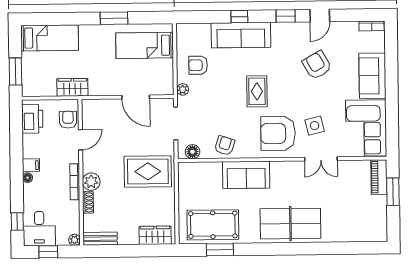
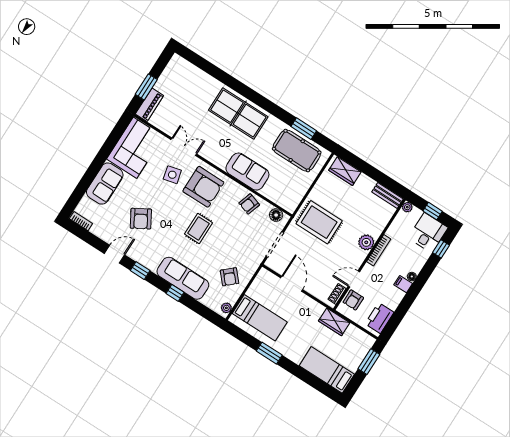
armchair: (198, 65) -> (230, 277), turned 48
plant: (183, 89) -> (226, 308), moved
shoe rack: (88, 202) -> (337, 294), moved

